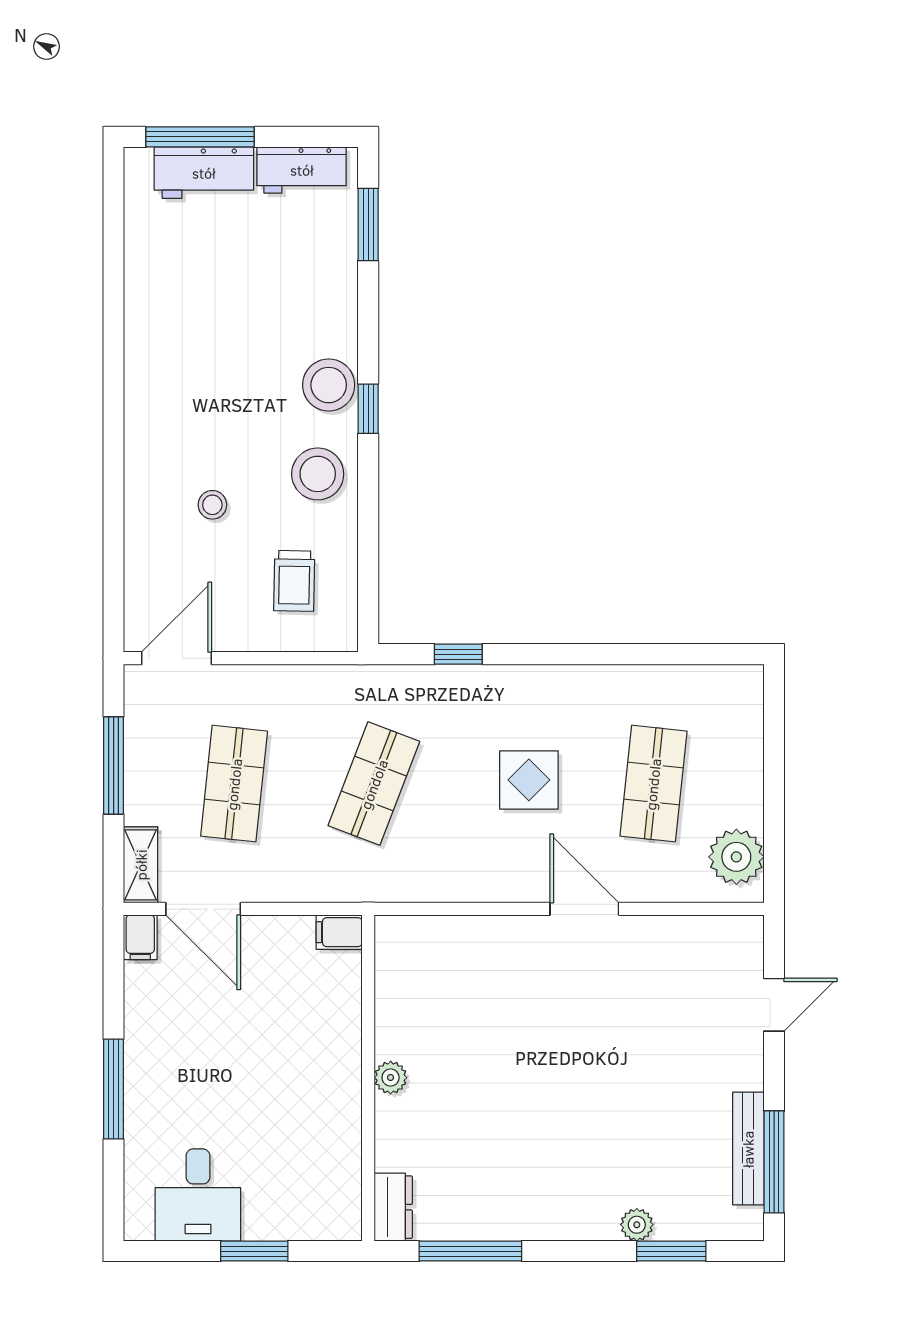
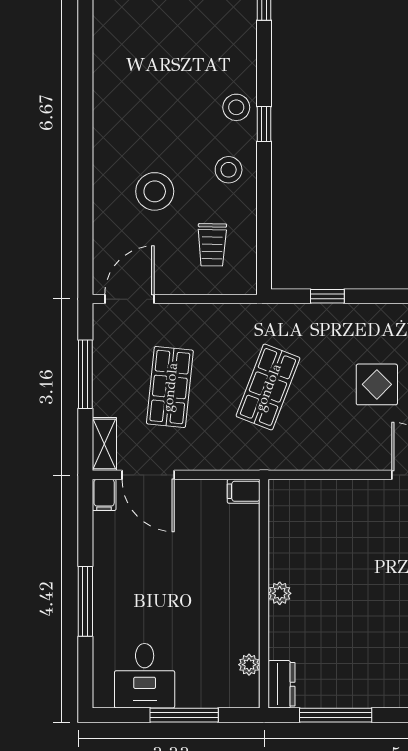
stool: (329, 385) -> (236, 107), width x0.73, depth x0.73
stool: (318, 474) -> (229, 170), width x0.73, depth x0.73
stool: (212, 505) -> (155, 191), width x1.89, depth x1.89
plant: (347, 1179) -> (249, 665), added
window: (254, 1251) -> (184, 715), width x1.44

